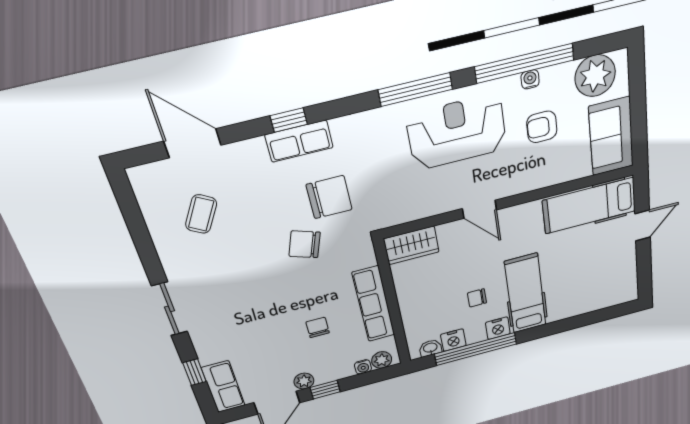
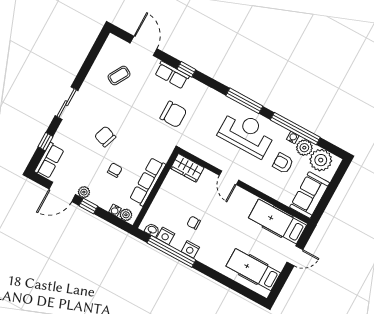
plant: (558, 79) -> (304, 148), added
row of seats: (299, 141) -> (172, 75), moved
chair: (305, 244) -> (105, 137), moved
hospital bed: (525, 294) -> (253, 270), moved, turned -90

